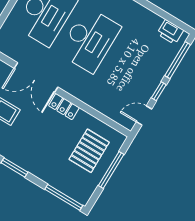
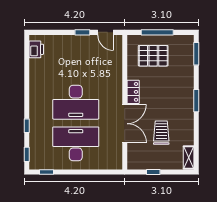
desk: (90, 40) -> (76, 102), turned 180
window: (178, 60) -> (53, 32), removed
window: (64, 197) -> (196, 54), width x0.69

